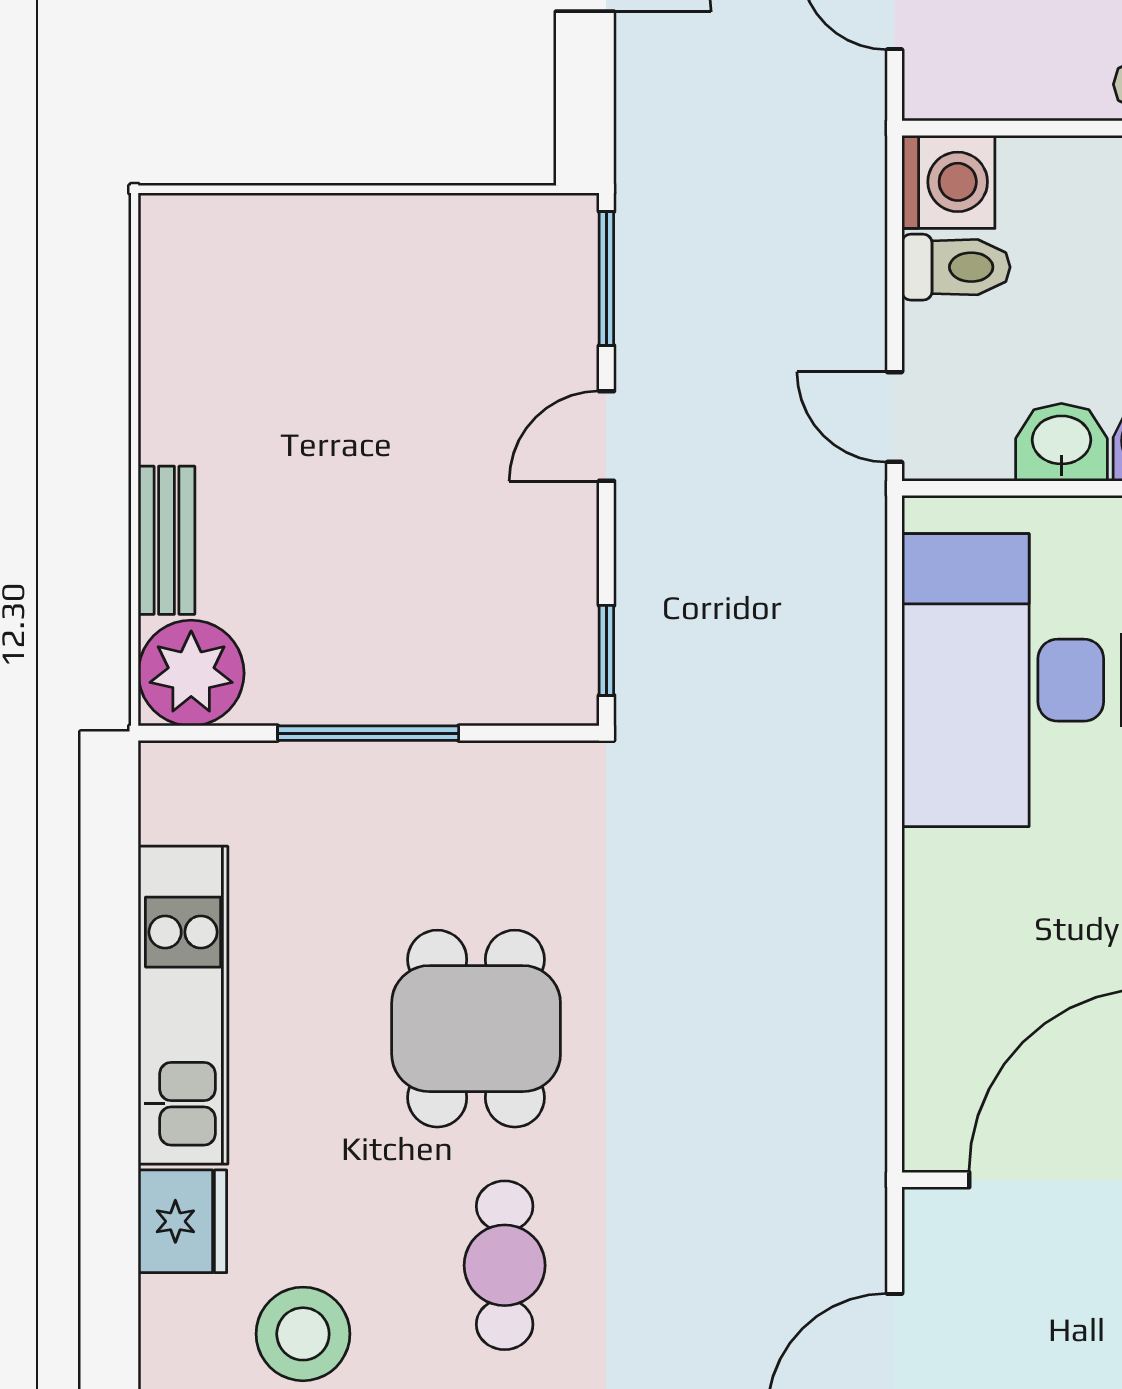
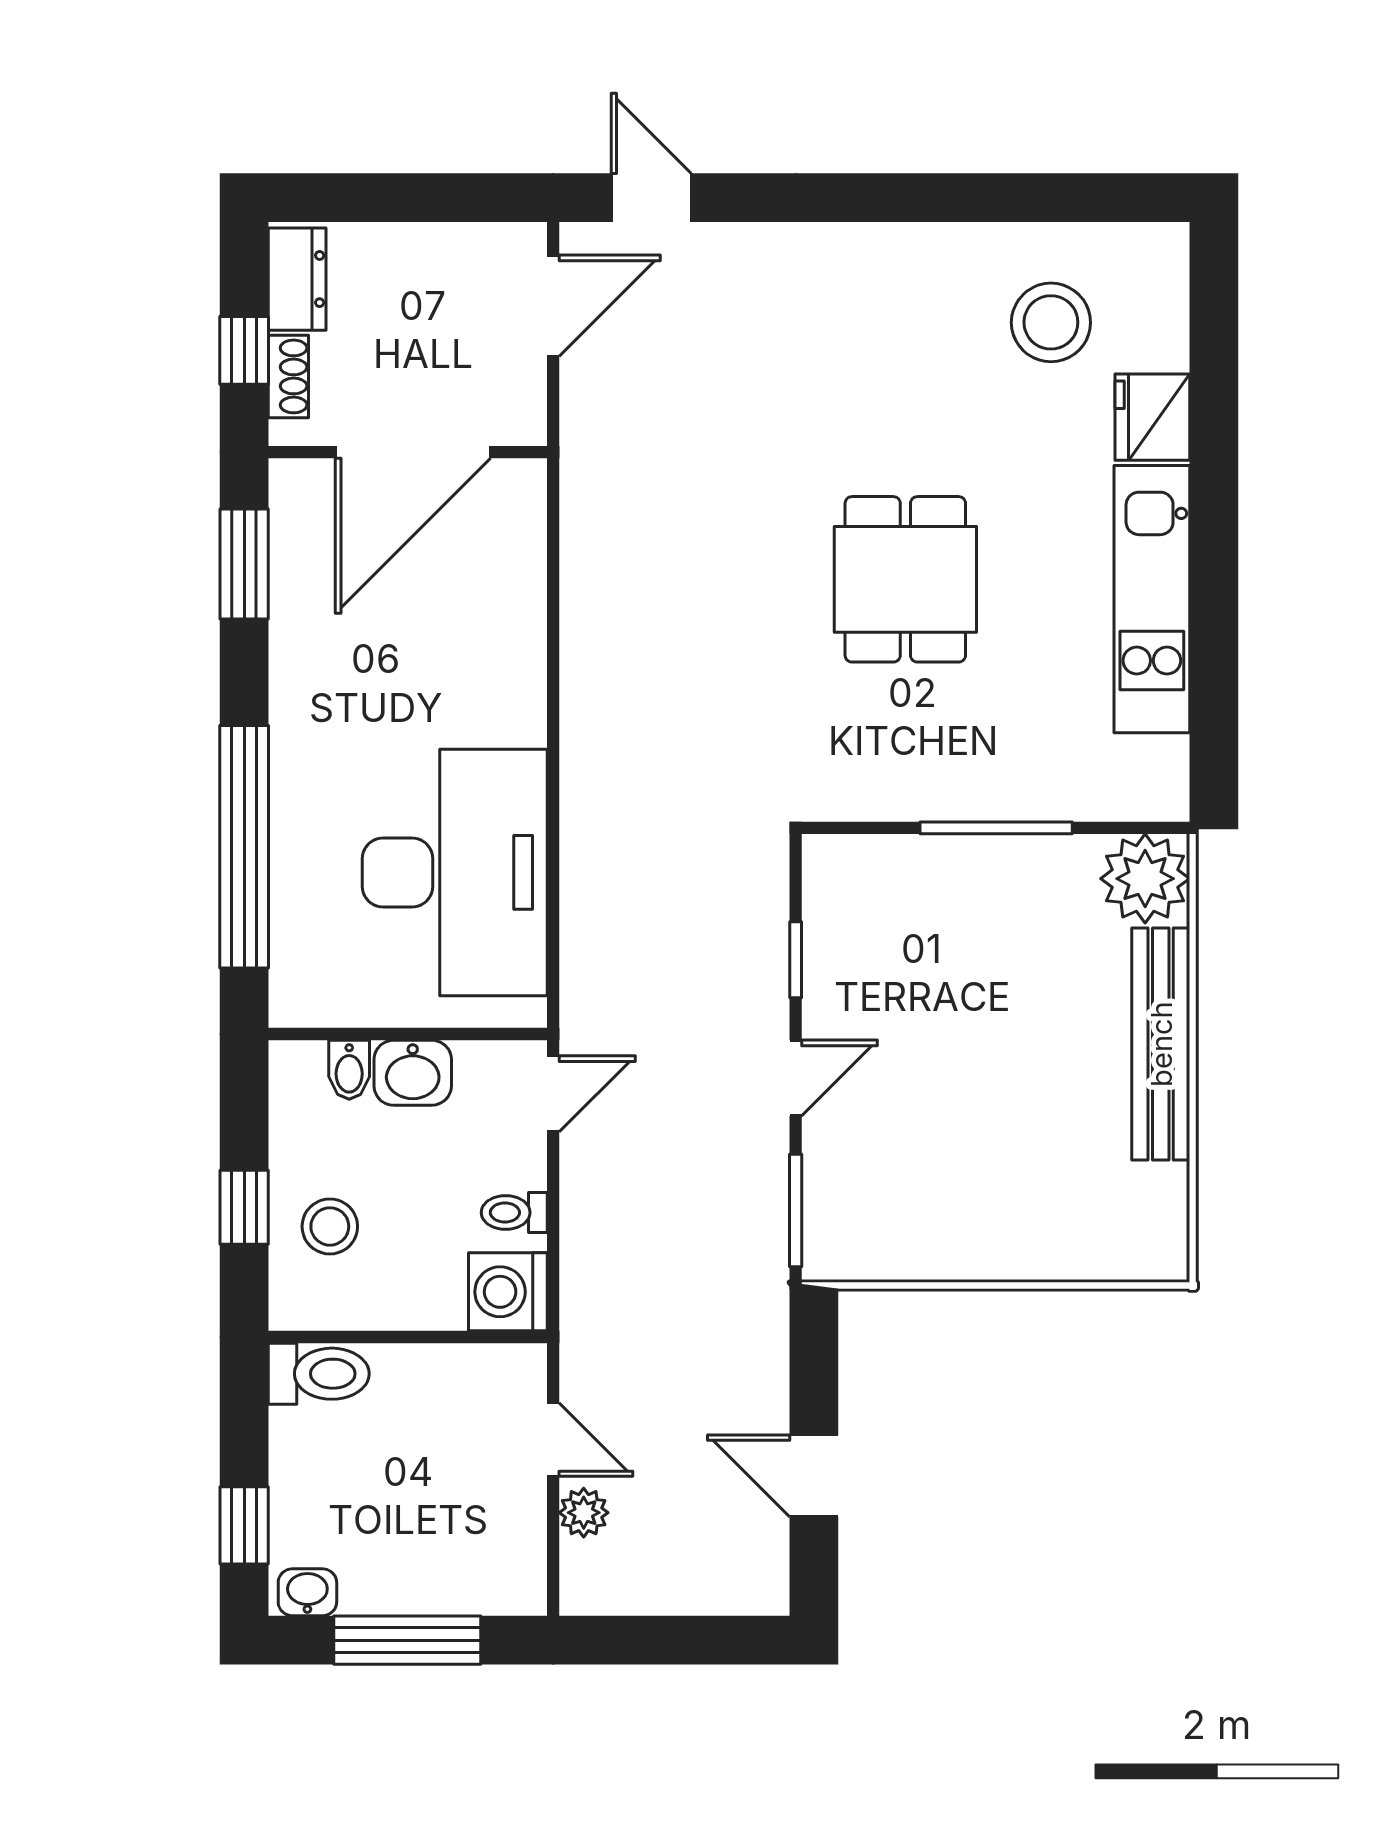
toilet: (956, 267) -> (514, 1213), width x0.73, depth x0.72
door: (895, 417) -> (553, 1094), hinge flipped
bench: (166, 540) -> (1161, 1044), width x1.86, depth x1.21
window: (606, 650) -> (796, 960), moved
cafe table: (505, 1265) -> (881, 380), removed

